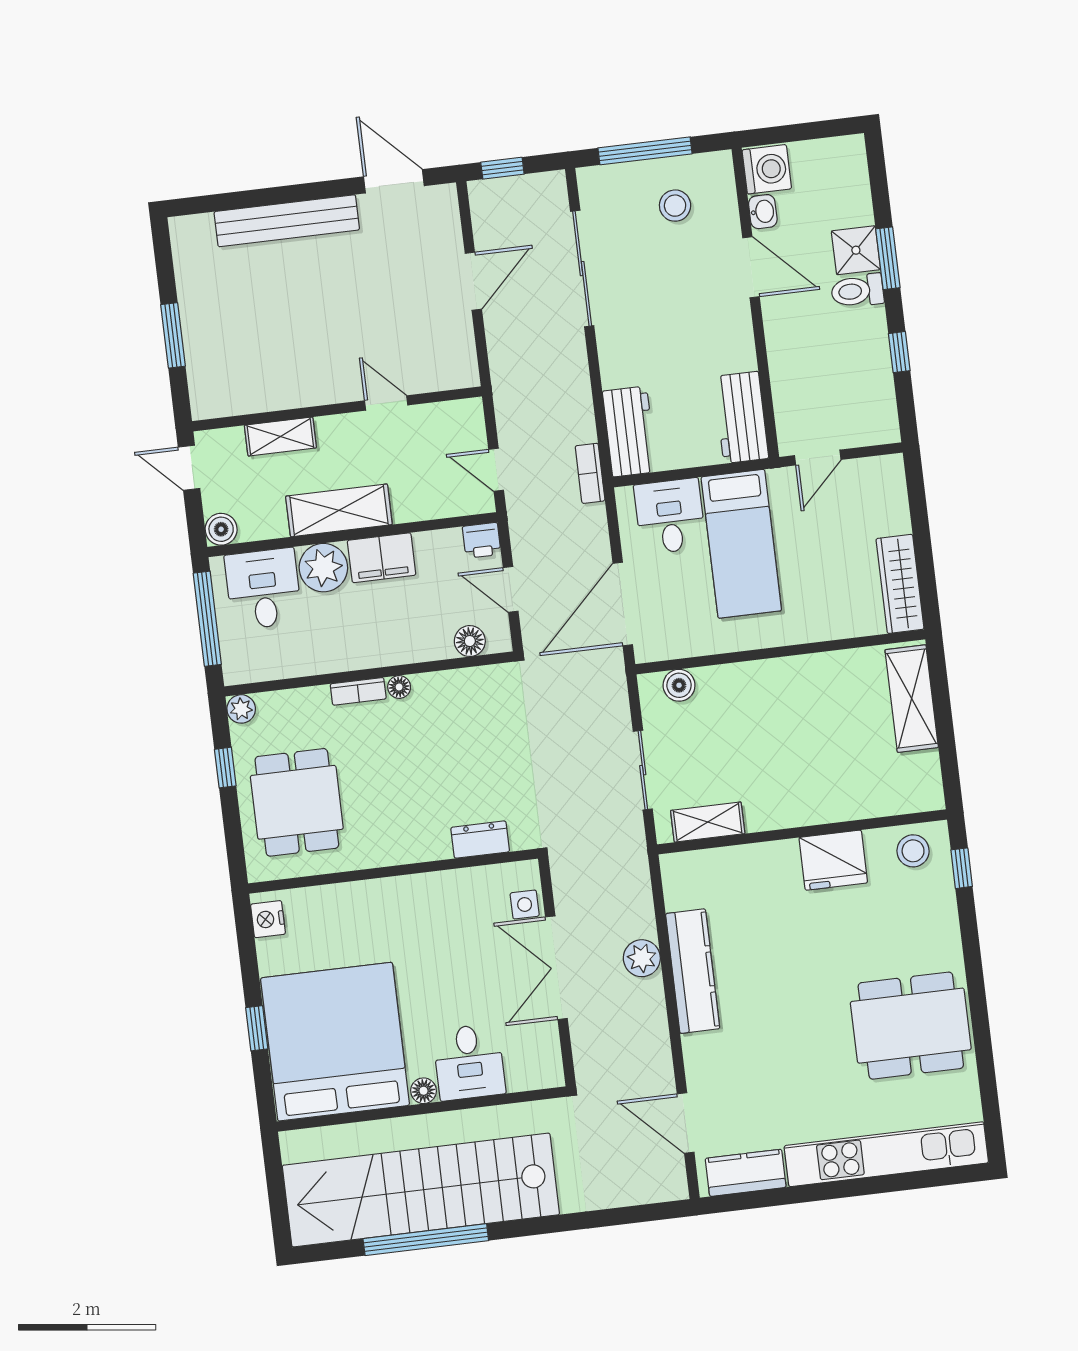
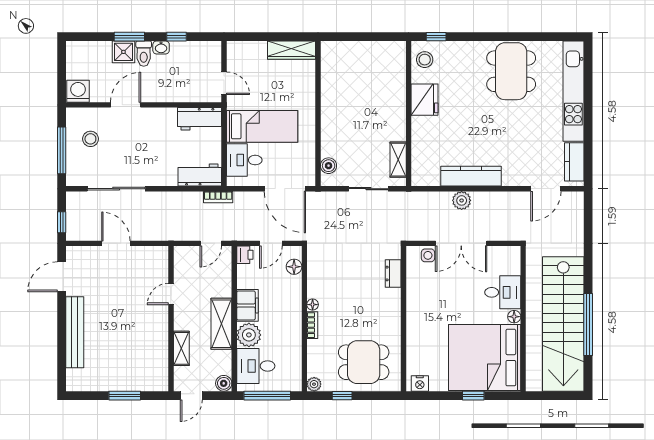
washbasin: (763, 212) -> (161, 47), moved, turned 180
shelving: (912, 699) -> (349, 51), removed

